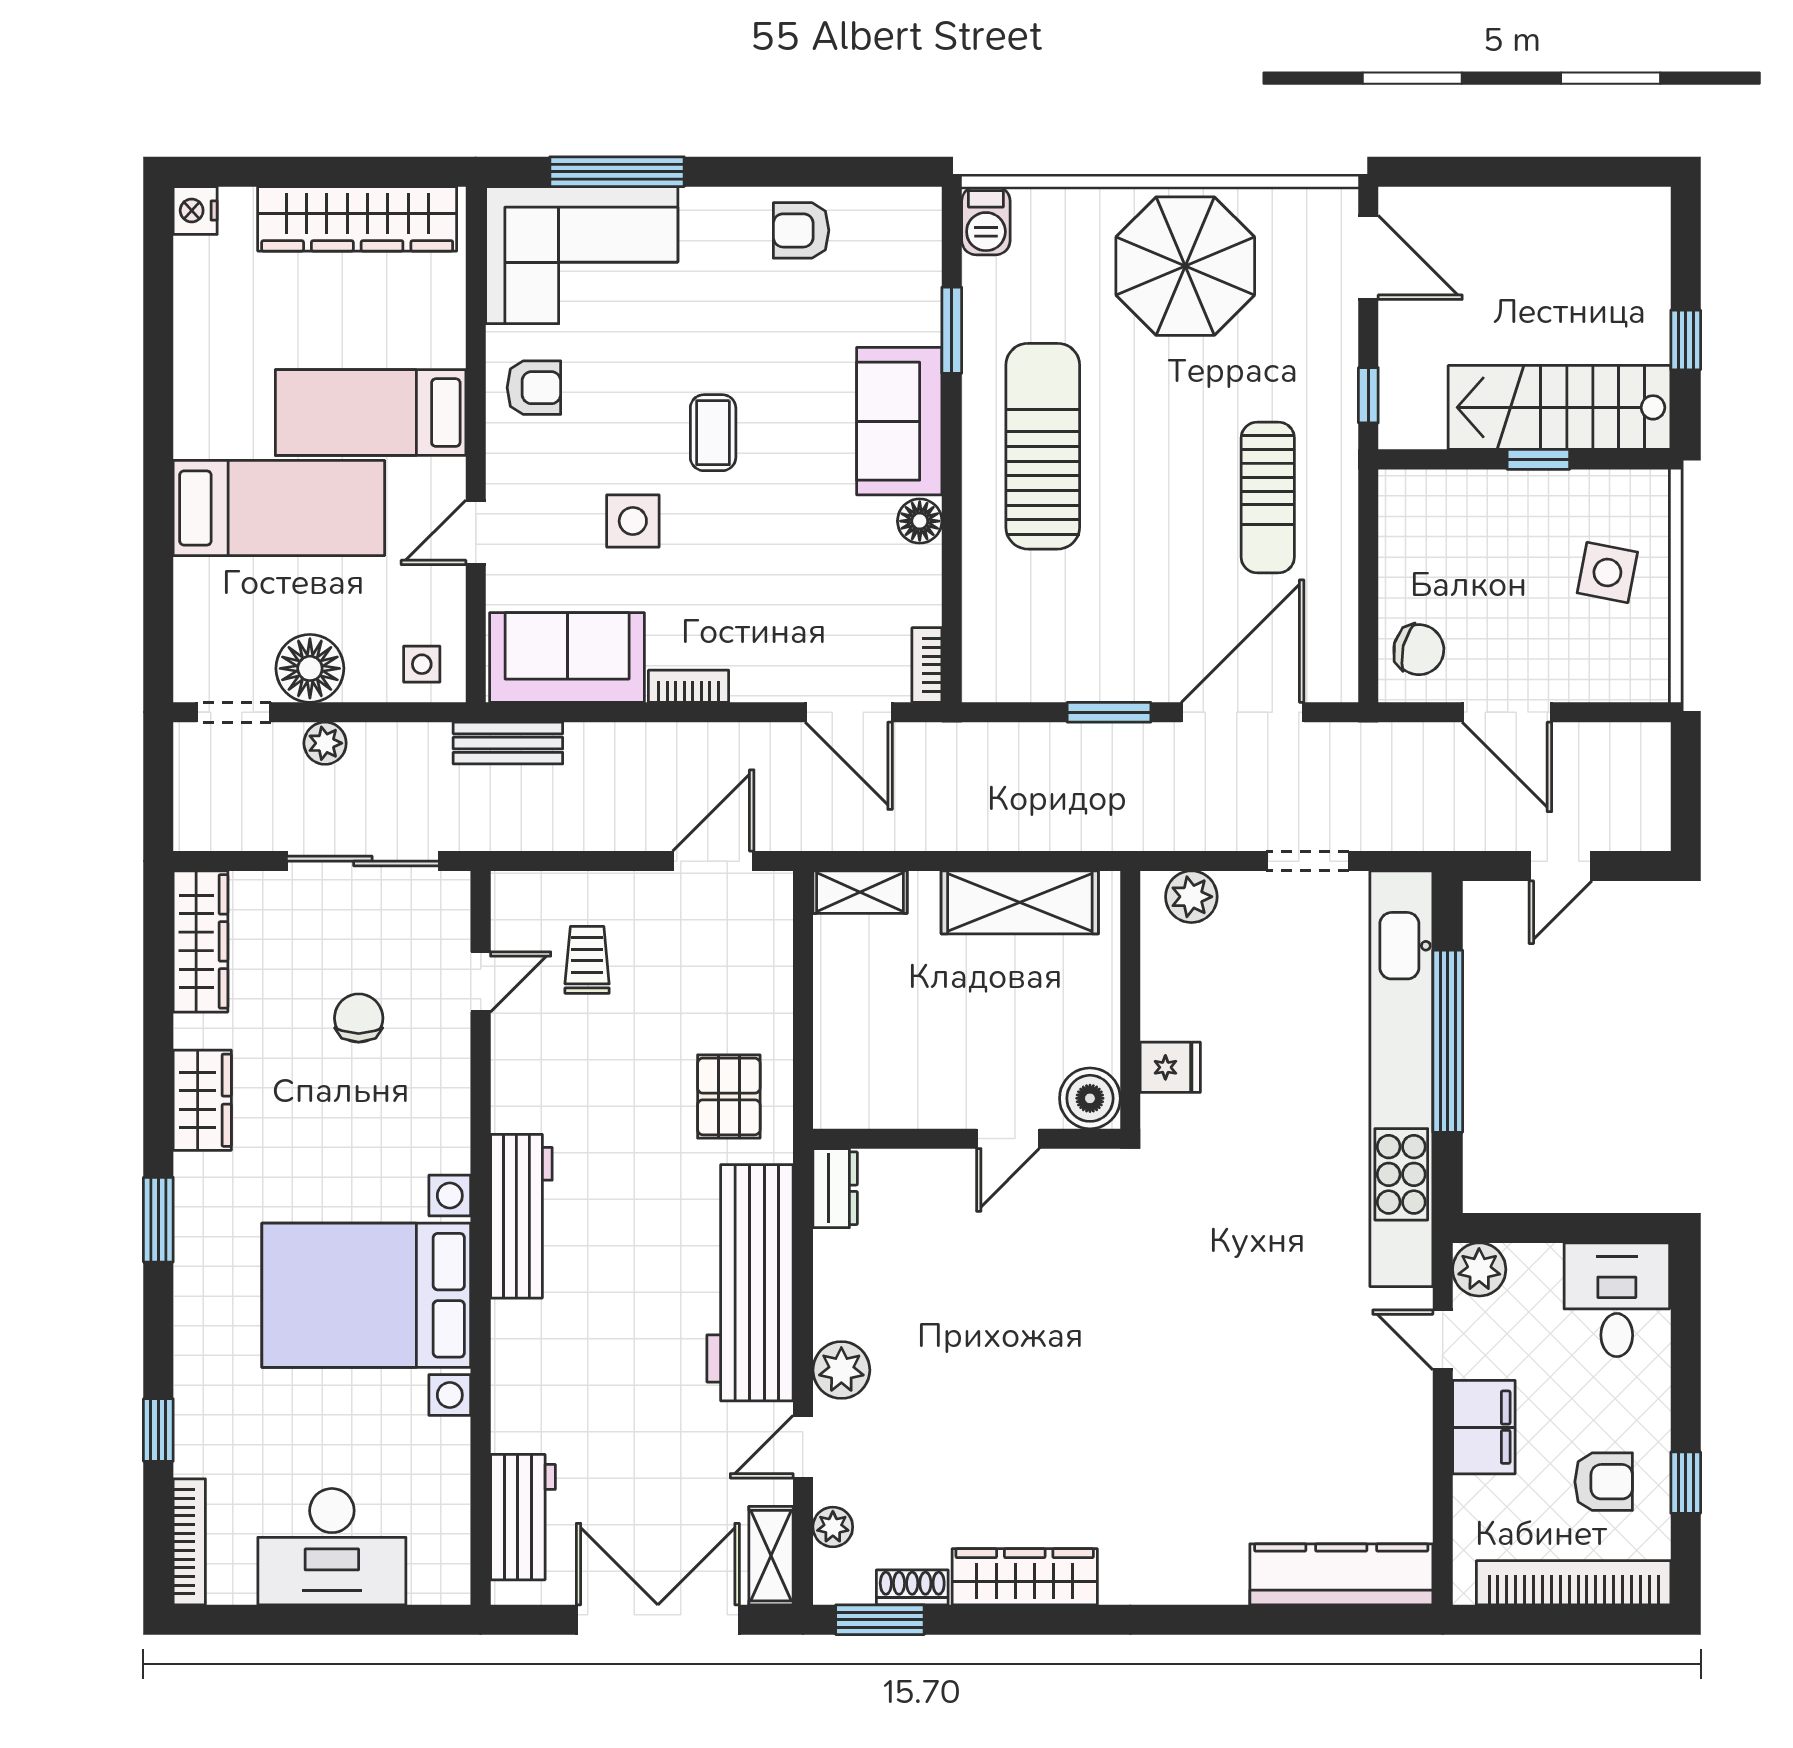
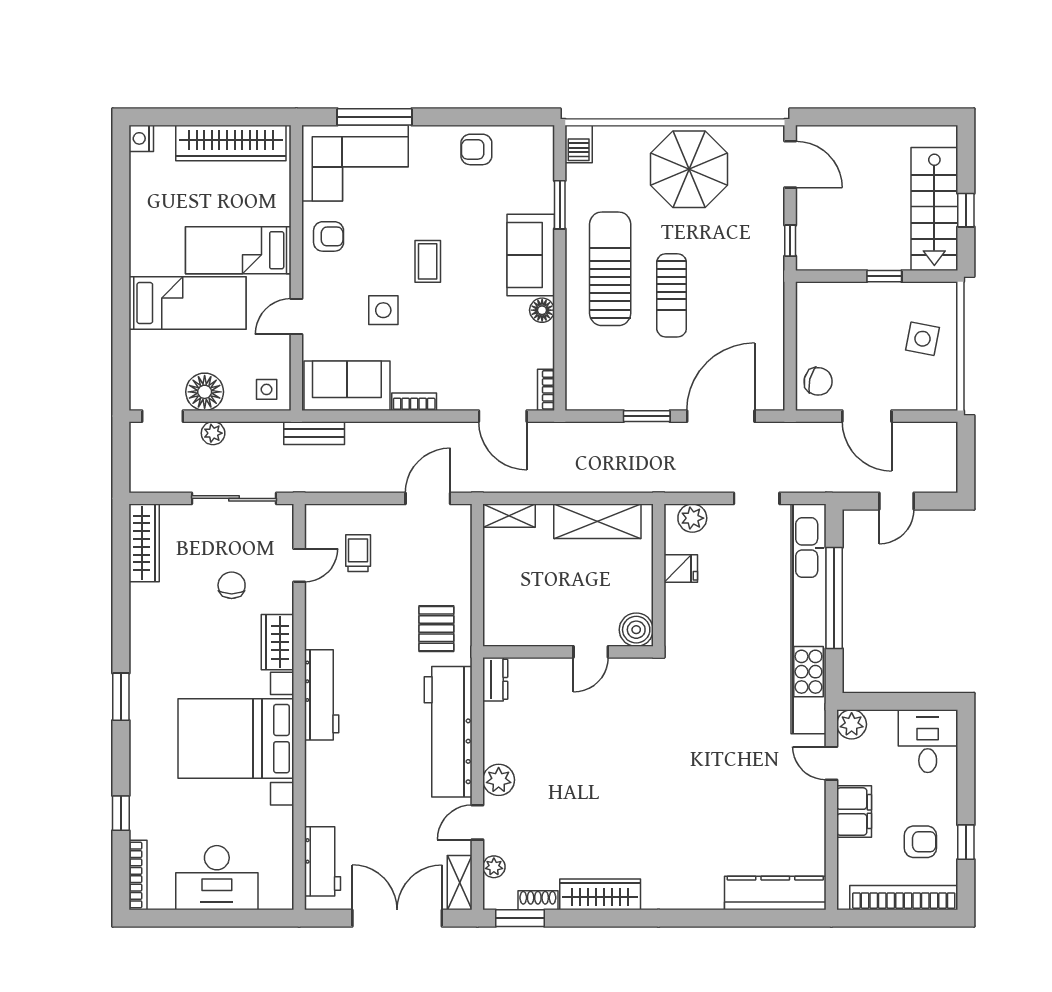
stairs: (1559, 407) -> (934, 209), moved, turned -90
sun lounger: (1268, 497) -> (672, 295), moved
fridge: (1170, 1067) -> (681, 569), moved
wardrobe: (202, 1100) -> (278, 642), moved, turned 180

